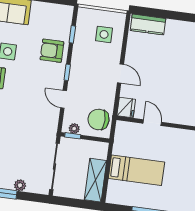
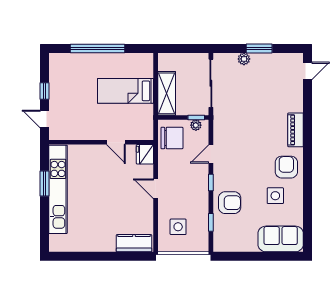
door: (64, 99) -> (211, 154), swing flipped
shelving: (95, 180) -> (167, 93), moved

